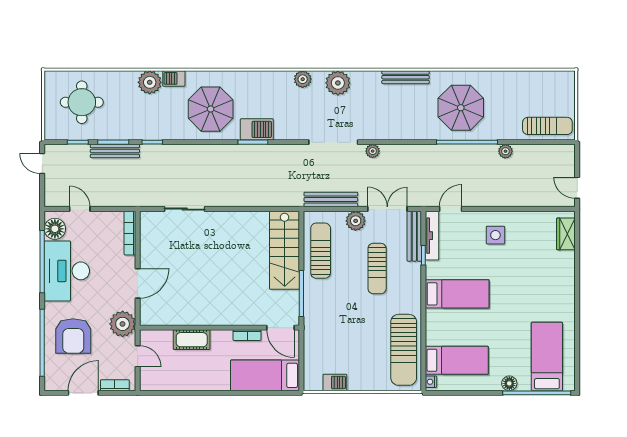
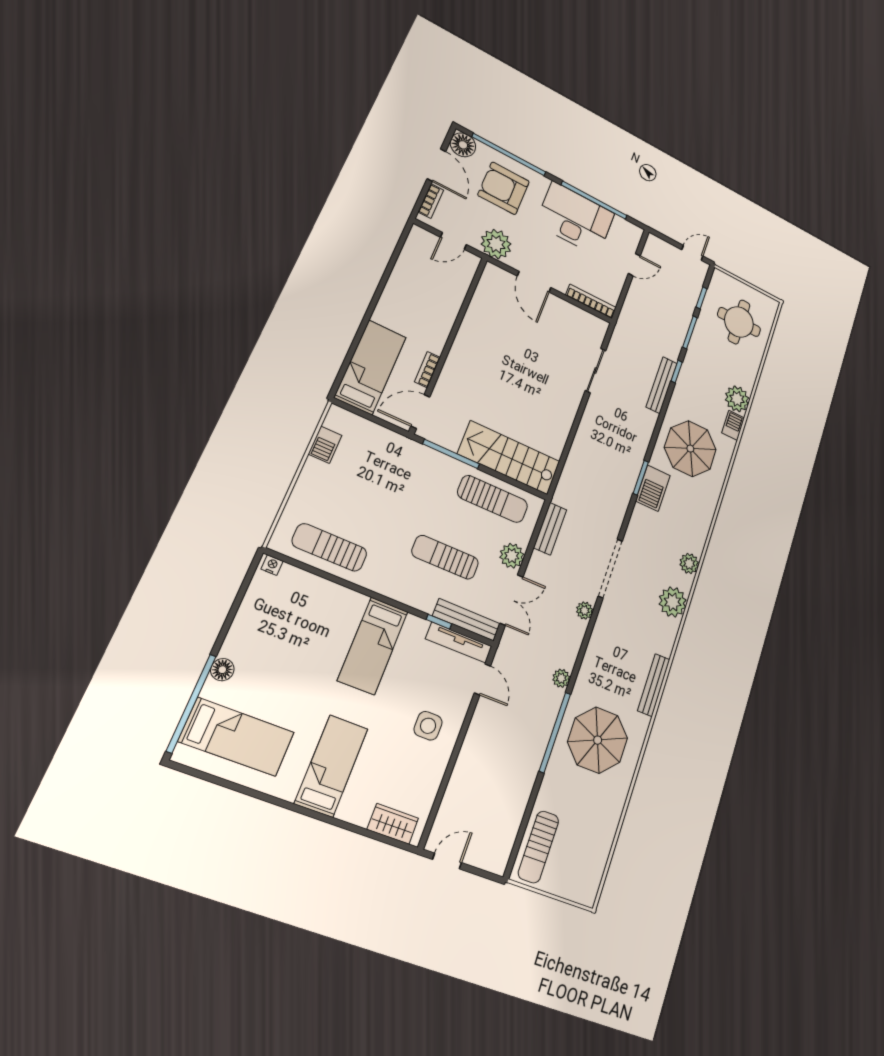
bench: (115, 151) -> (662, 385), moved
plant: (505, 151) -> (561, 678), moved
bench: (331, 200) -> (550, 529), width x0.73
floor lamp: (55, 229) -> (463, 145), moved
cot: (192, 340) -> (448, 307), removed
sun lounger: (404, 350) -> (330, 547), width x0.73, depth x0.75
bed: (457, 360) -> (331, 766), moved, turned 180

